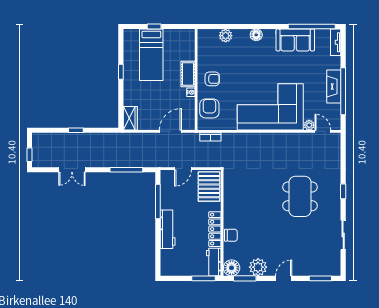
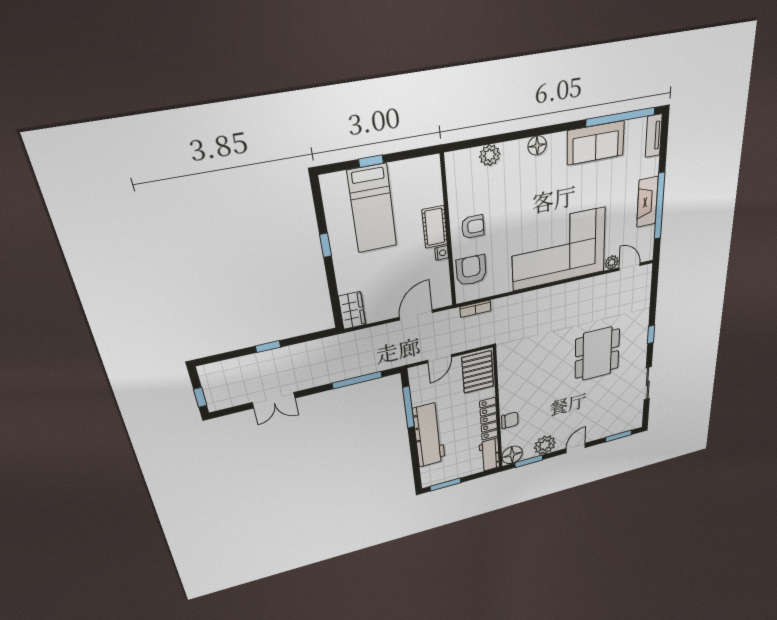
workbench: (168, 229) -> (429, 435), width x1.36, depth x1.32
window: (204, 278) -> (445, 484), moved

